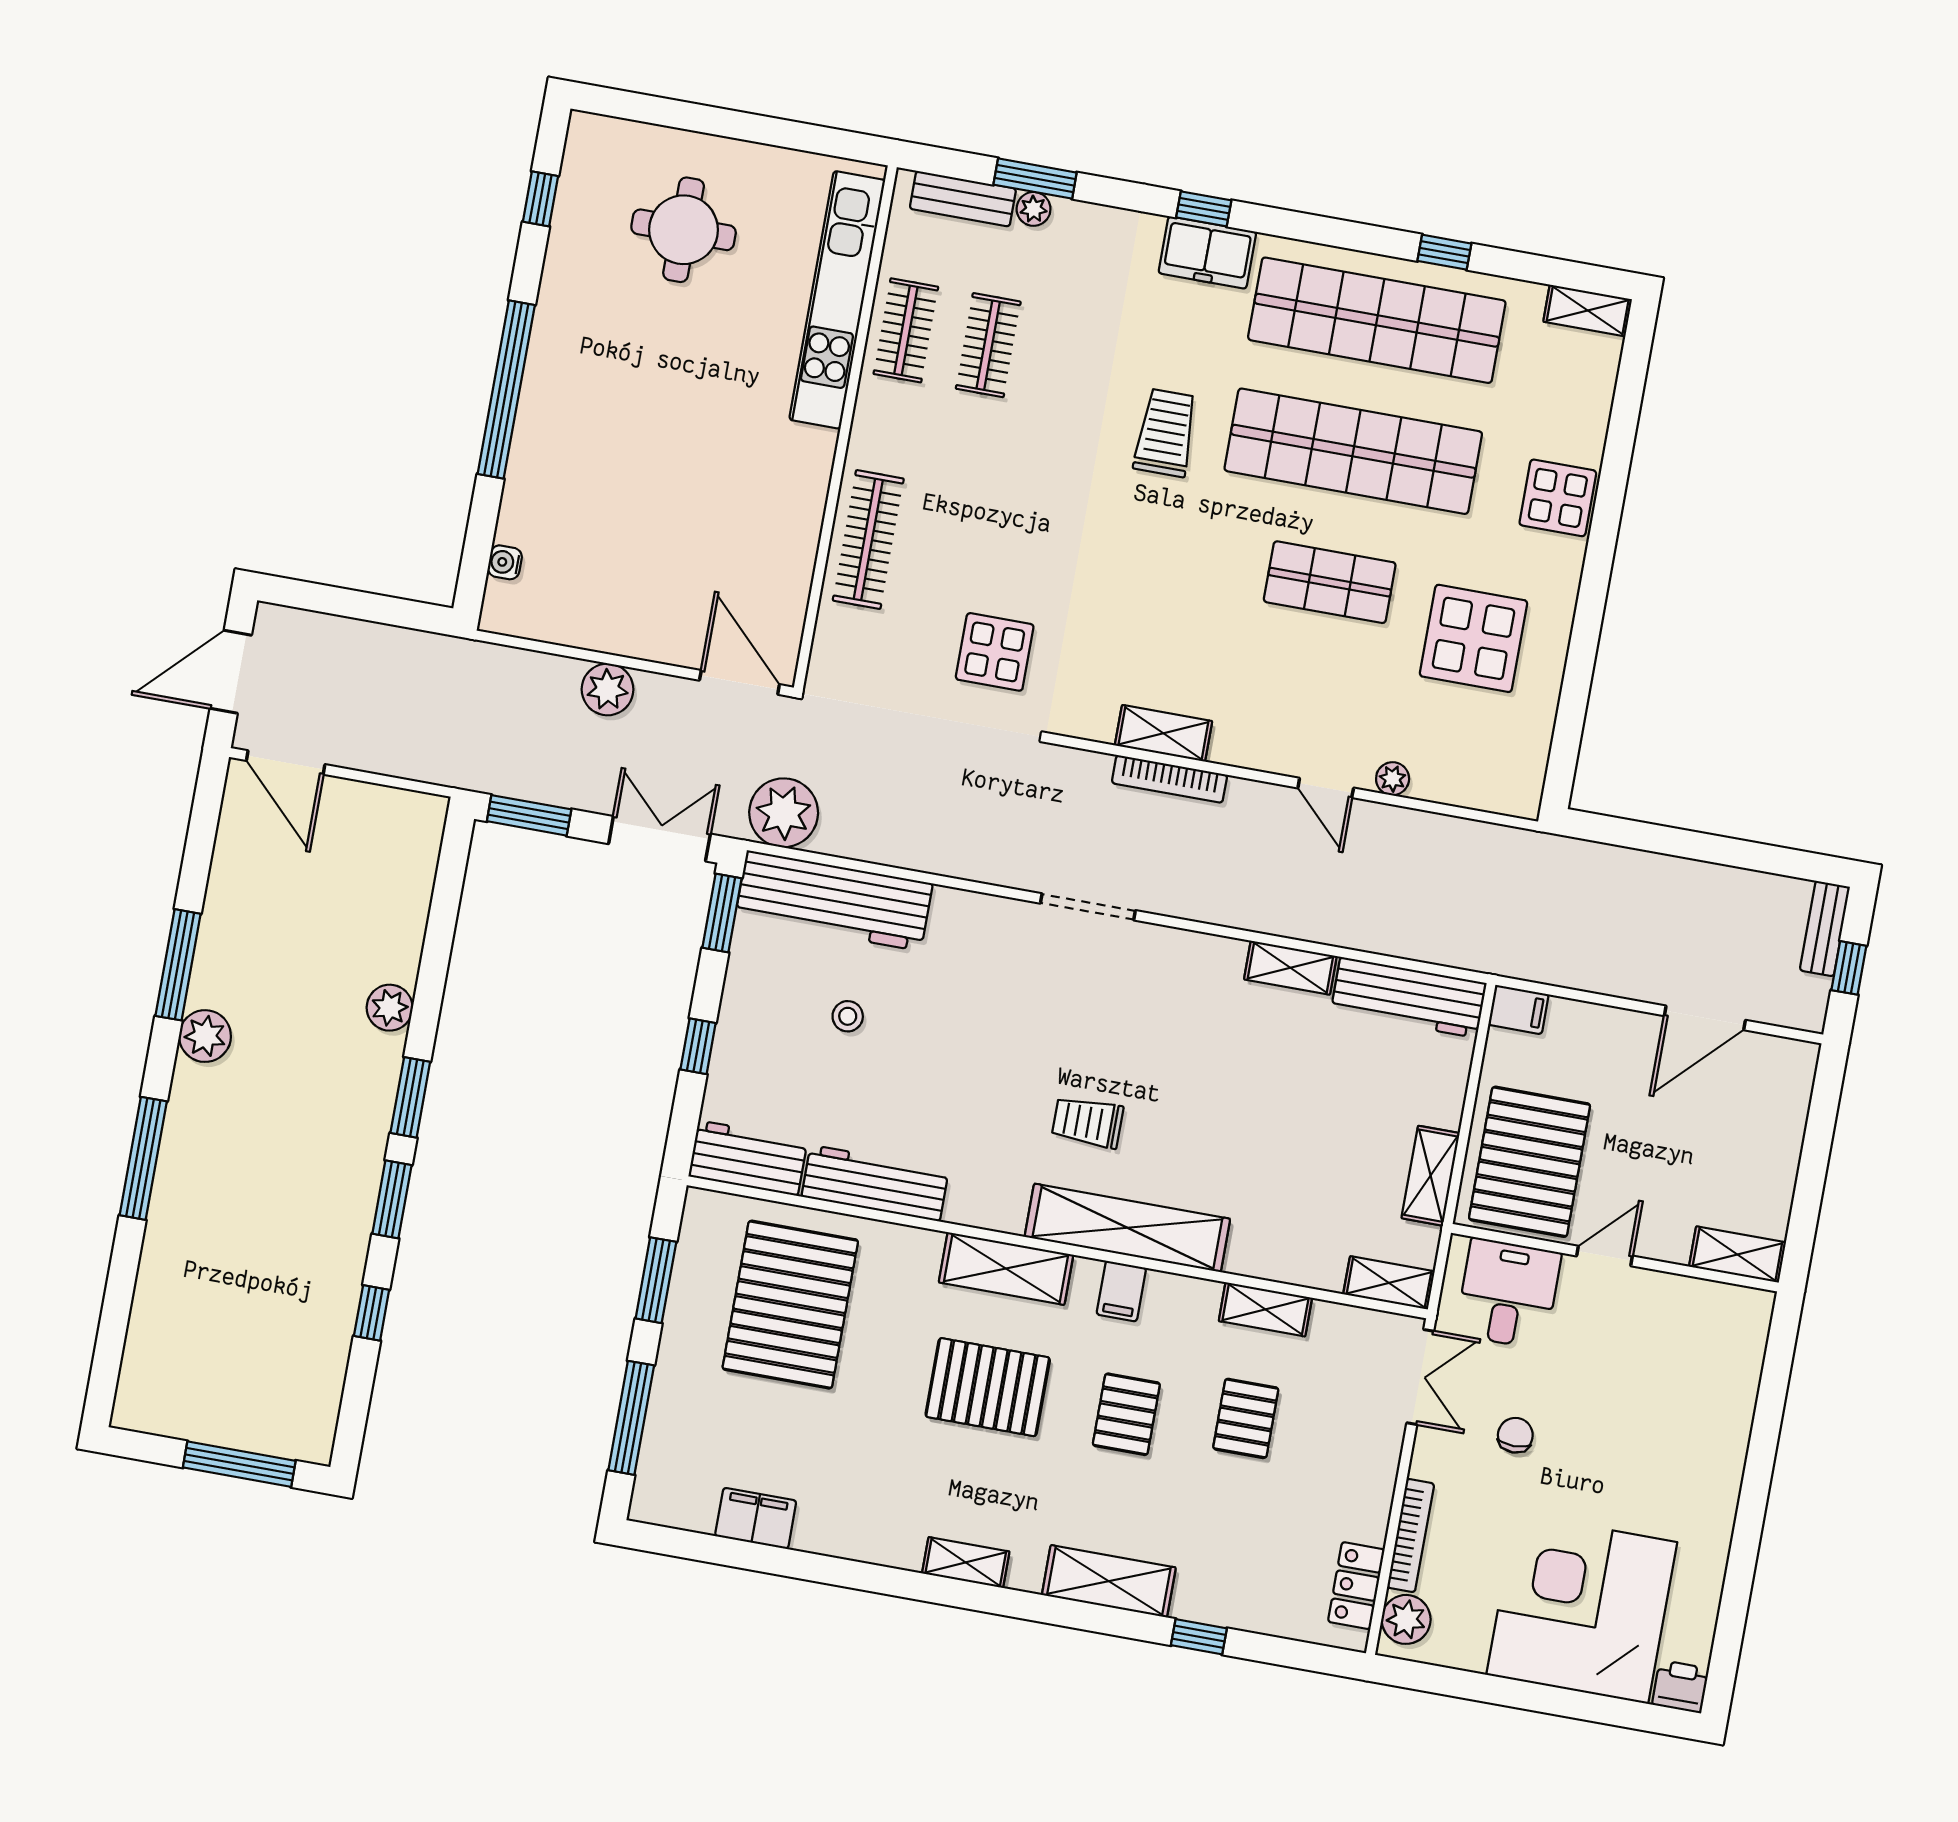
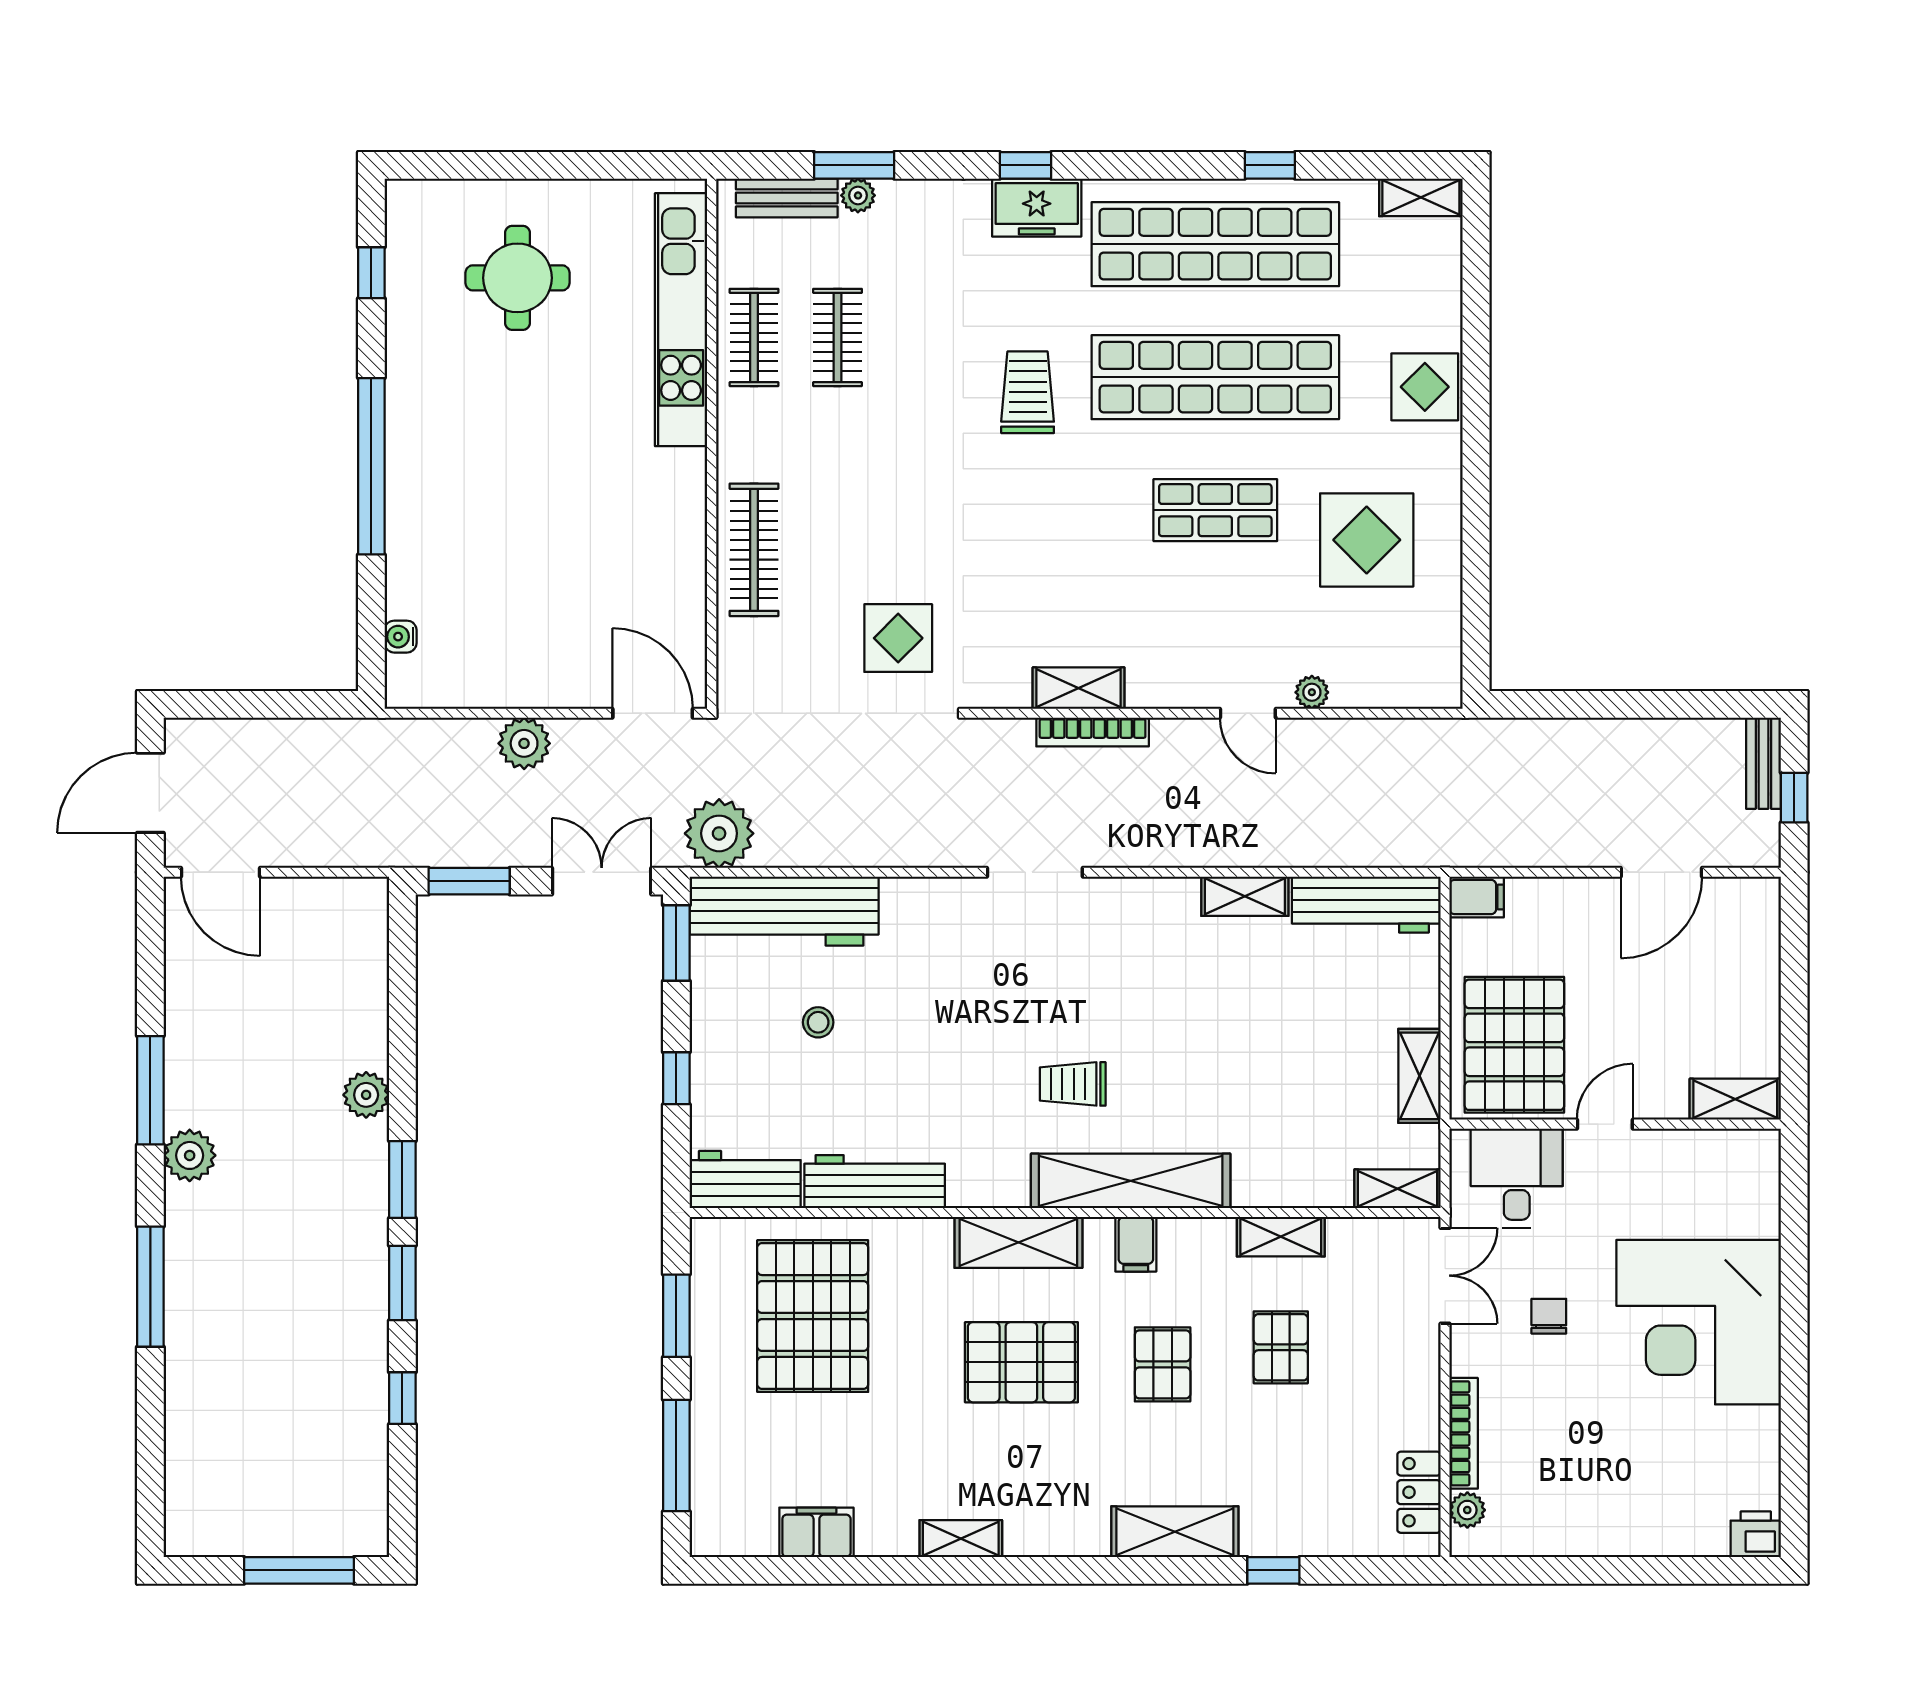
shelving: (966, 1562) -> (961, 1539), moved
corner desk: (1582, 1608) -> (1699, 1322), moved, turned -90
plant: (1406, 1619) -> (1467, 1510), width x0.73, depth x0.73

